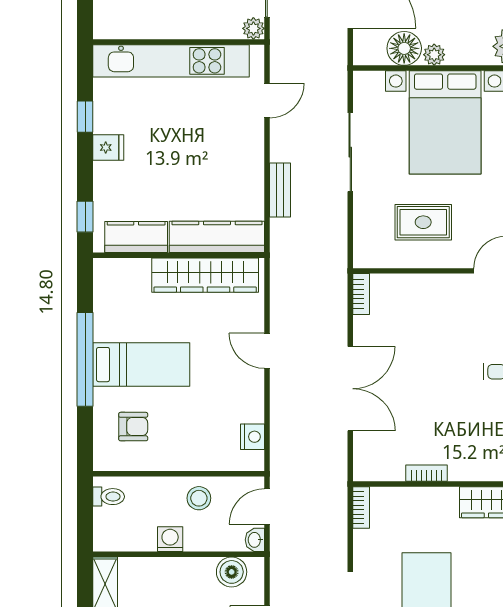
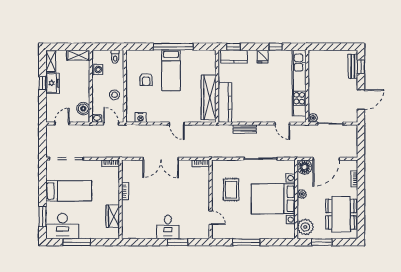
floor lamp: (404, 48) -> (304, 167), moved
kitchen counter: (136, 237) -> (234, 57), moved, turned 90
door: (267, 351) -> (177, 124), swing flipped
armchair: (133, 427) -> (146, 80), moved
washing machine: (170, 539) -> (97, 69), moved

